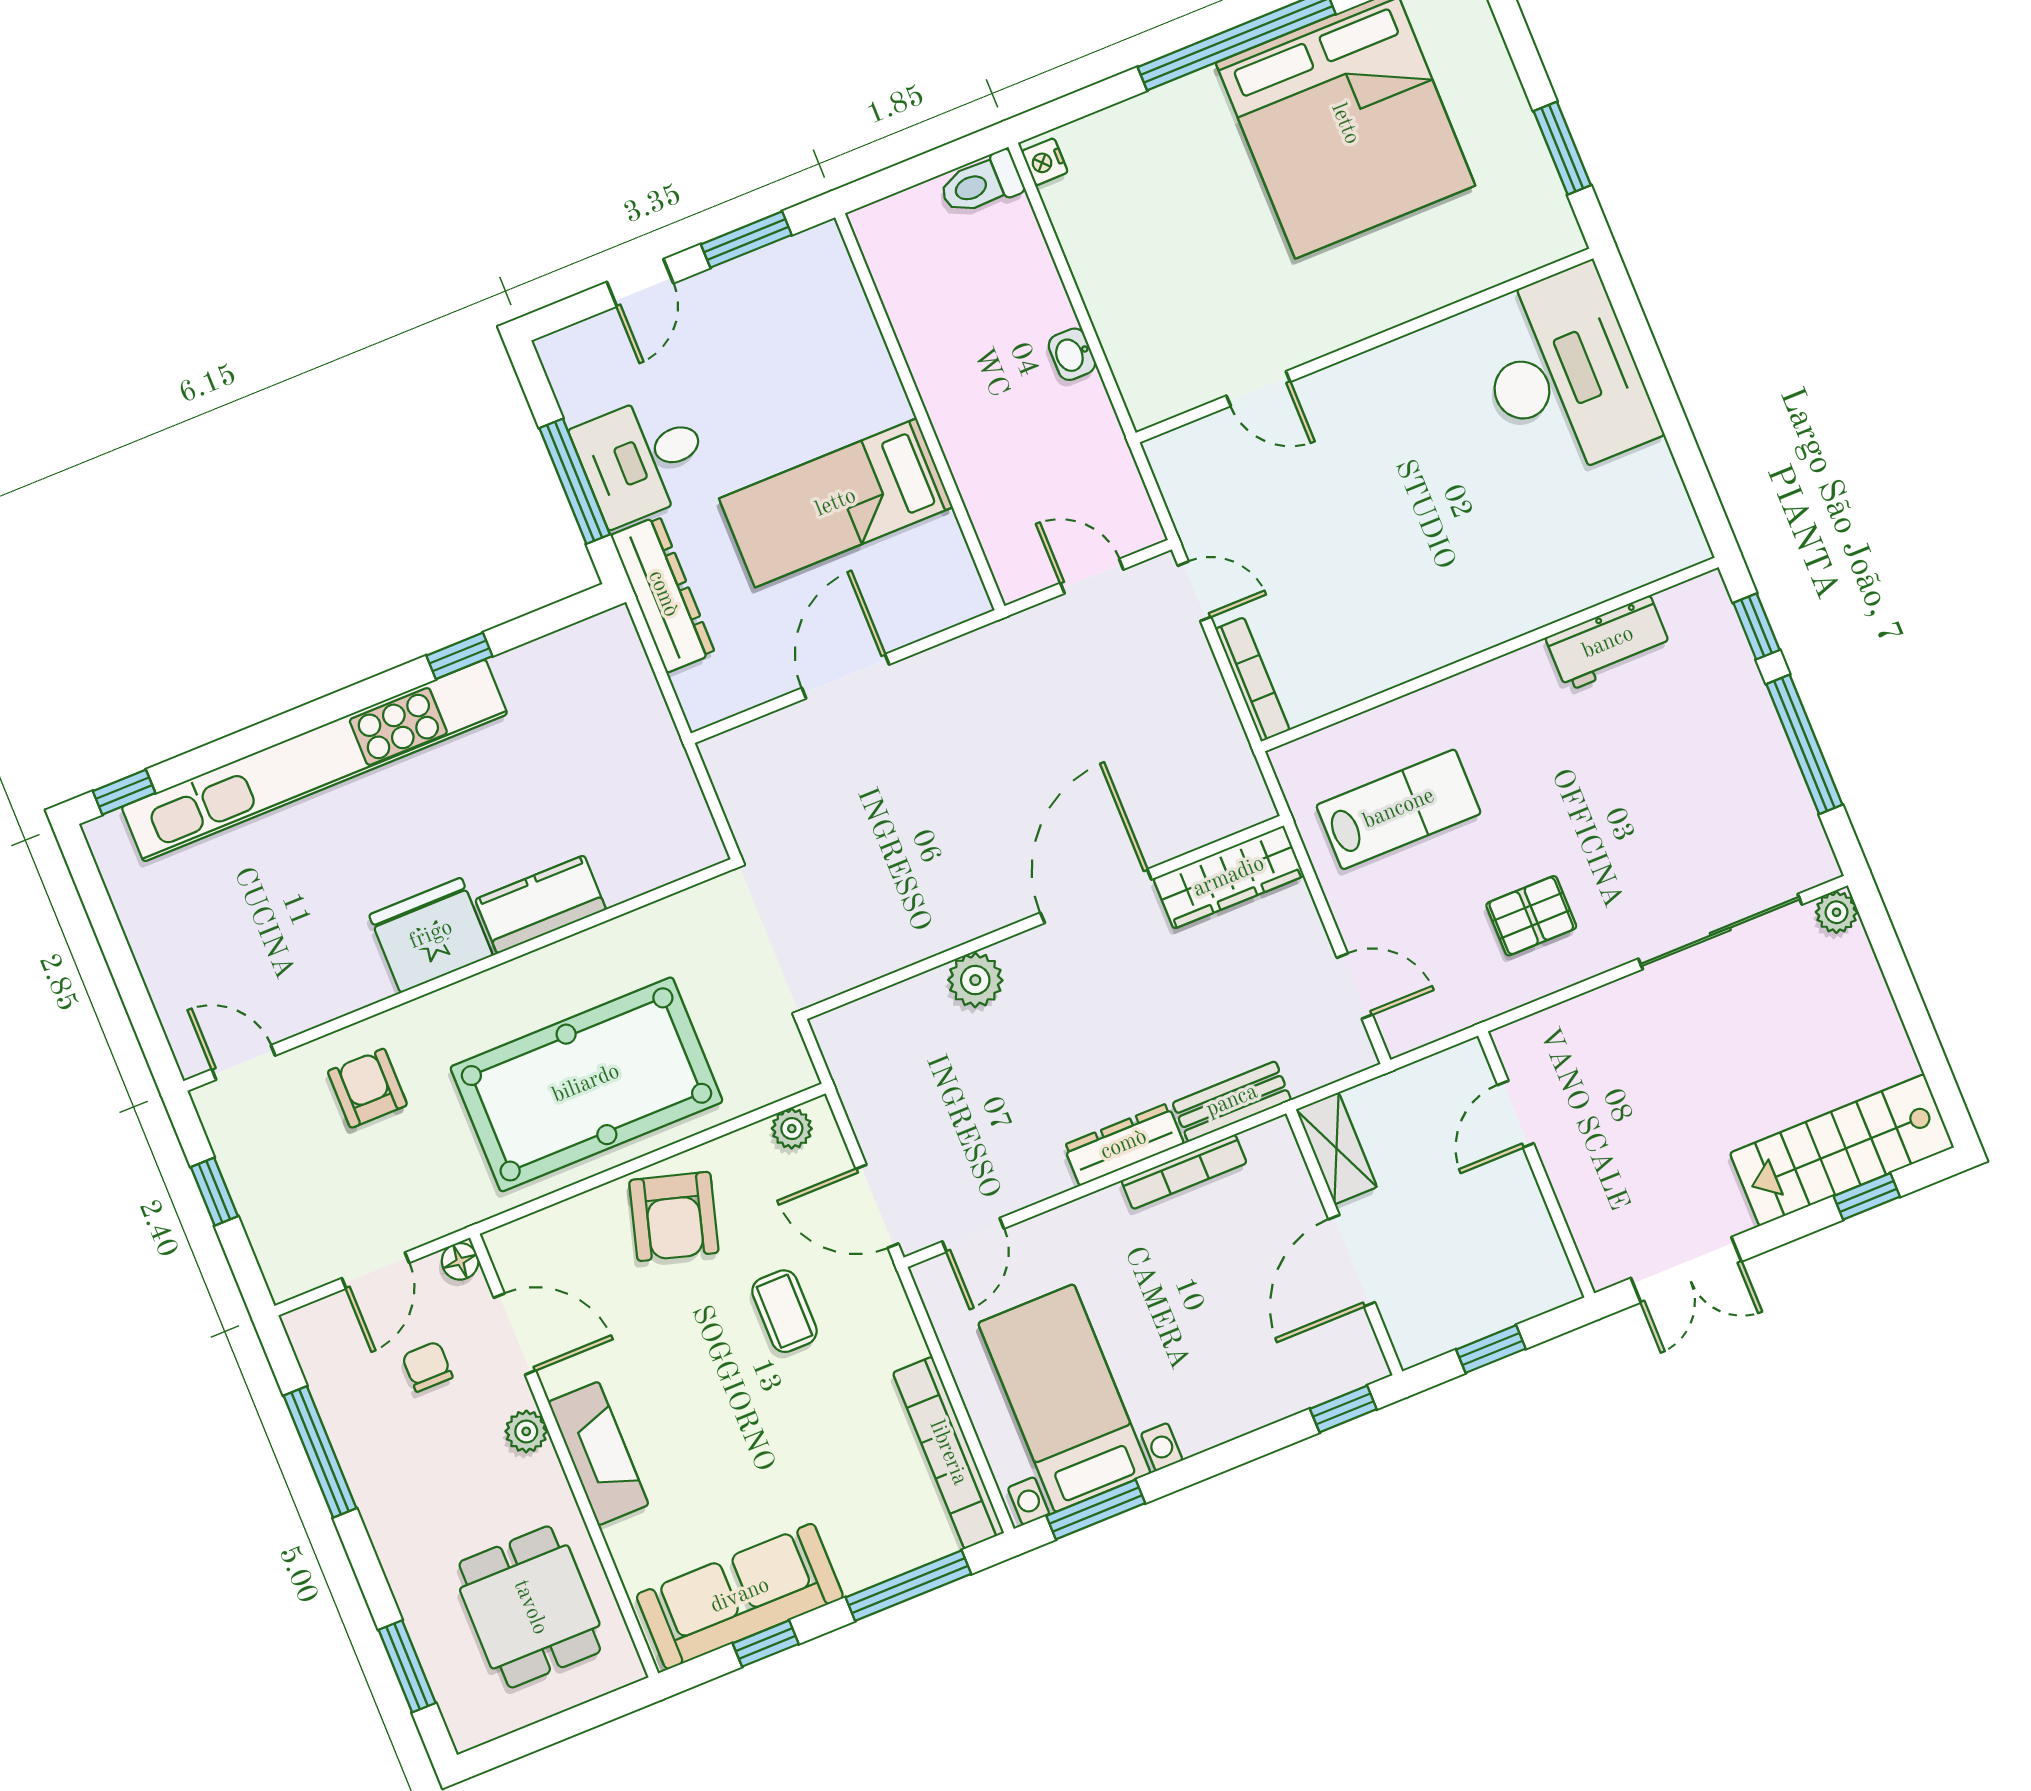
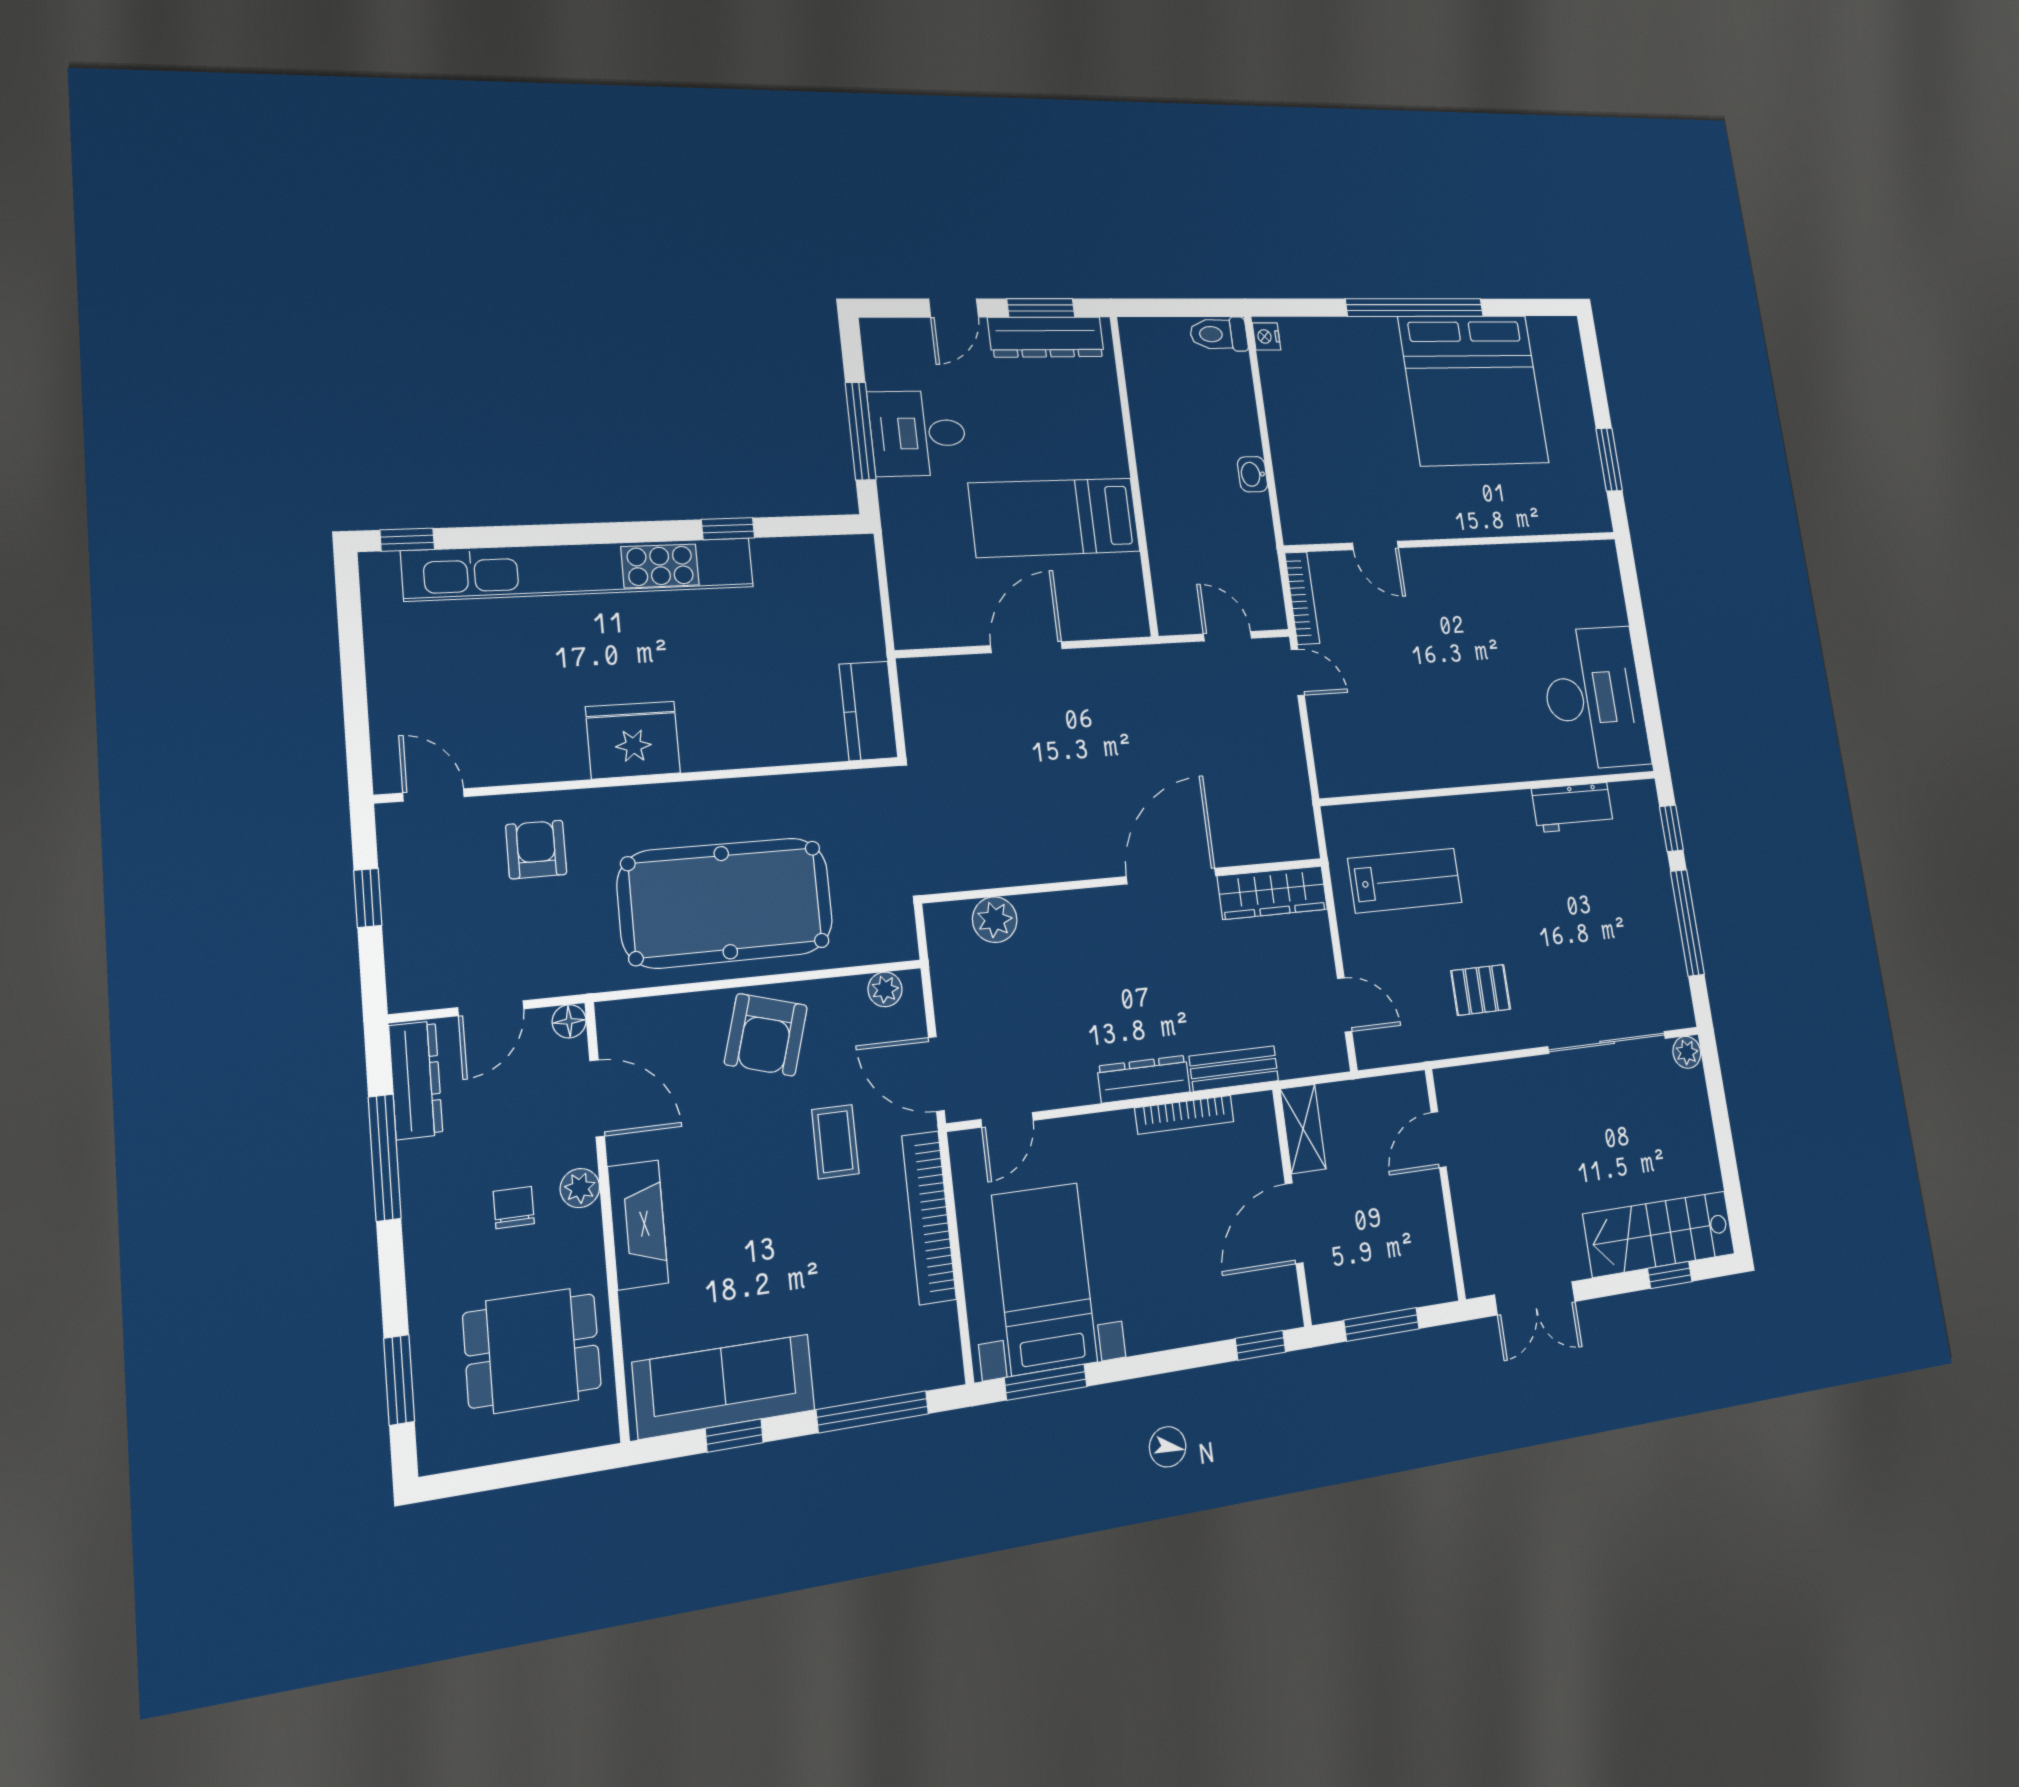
desk: (1563, 373) -> (1594, 698), moved
dresser: (663, 594) -> (1046, 337), moved, turned 90
bookcase: (1253, 679) -> (1302, 598), moved
kitchen counter: (541, 904) -> (868, 711), moved, turned -90
plant: (975, 980) -> (995, 920), moved
window: (1491, 1349) -> (1382, 1324), width x1.50
dresser: (325, 1366) -> (416, 1080), added
chair: (427, 1367) -> (514, 1208), moved
bookcase: (948, 1453) -> (929, 1217), moved
dining table: (530, 1607) -> (532, 1351), turned 90

